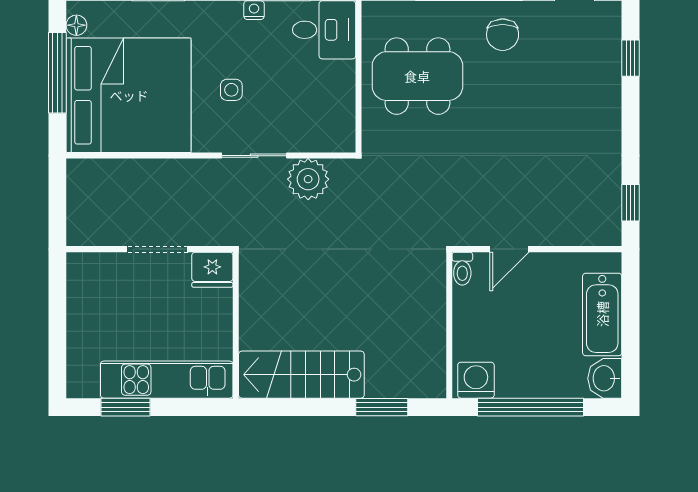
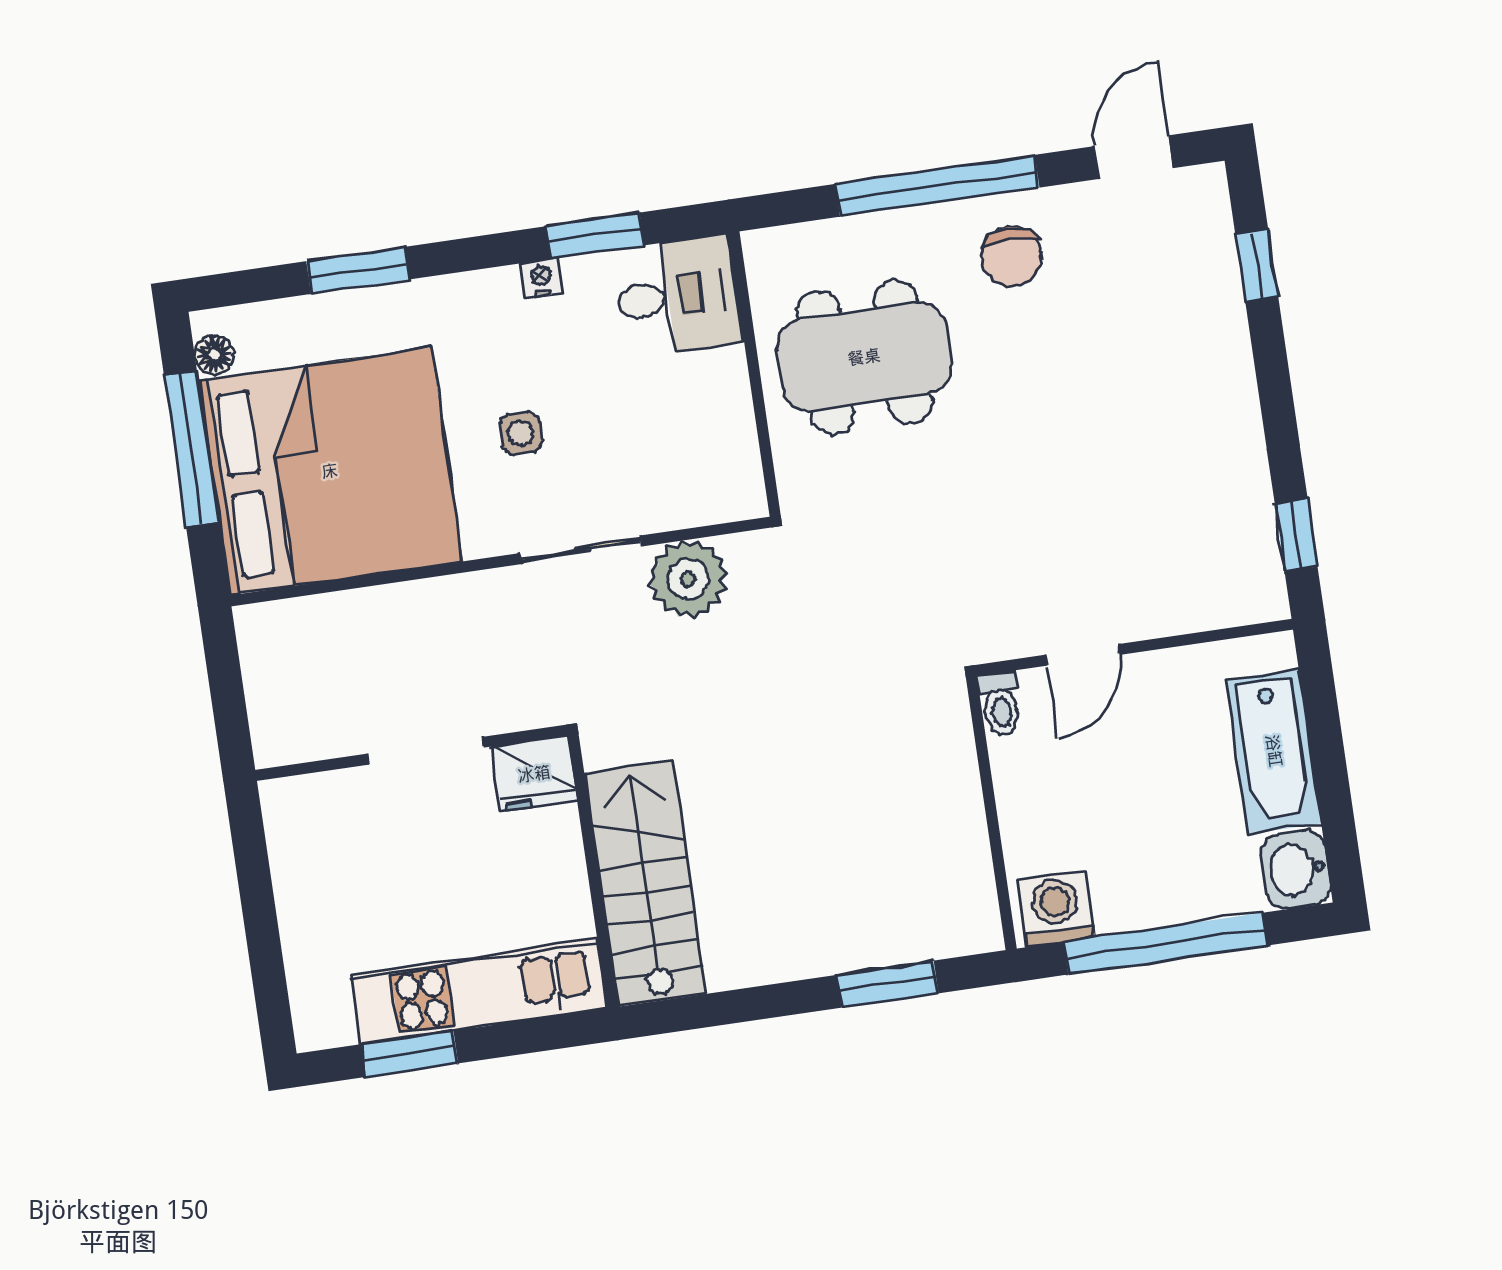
stairs: (301, 375) -> (645, 883), moved, turned 90

